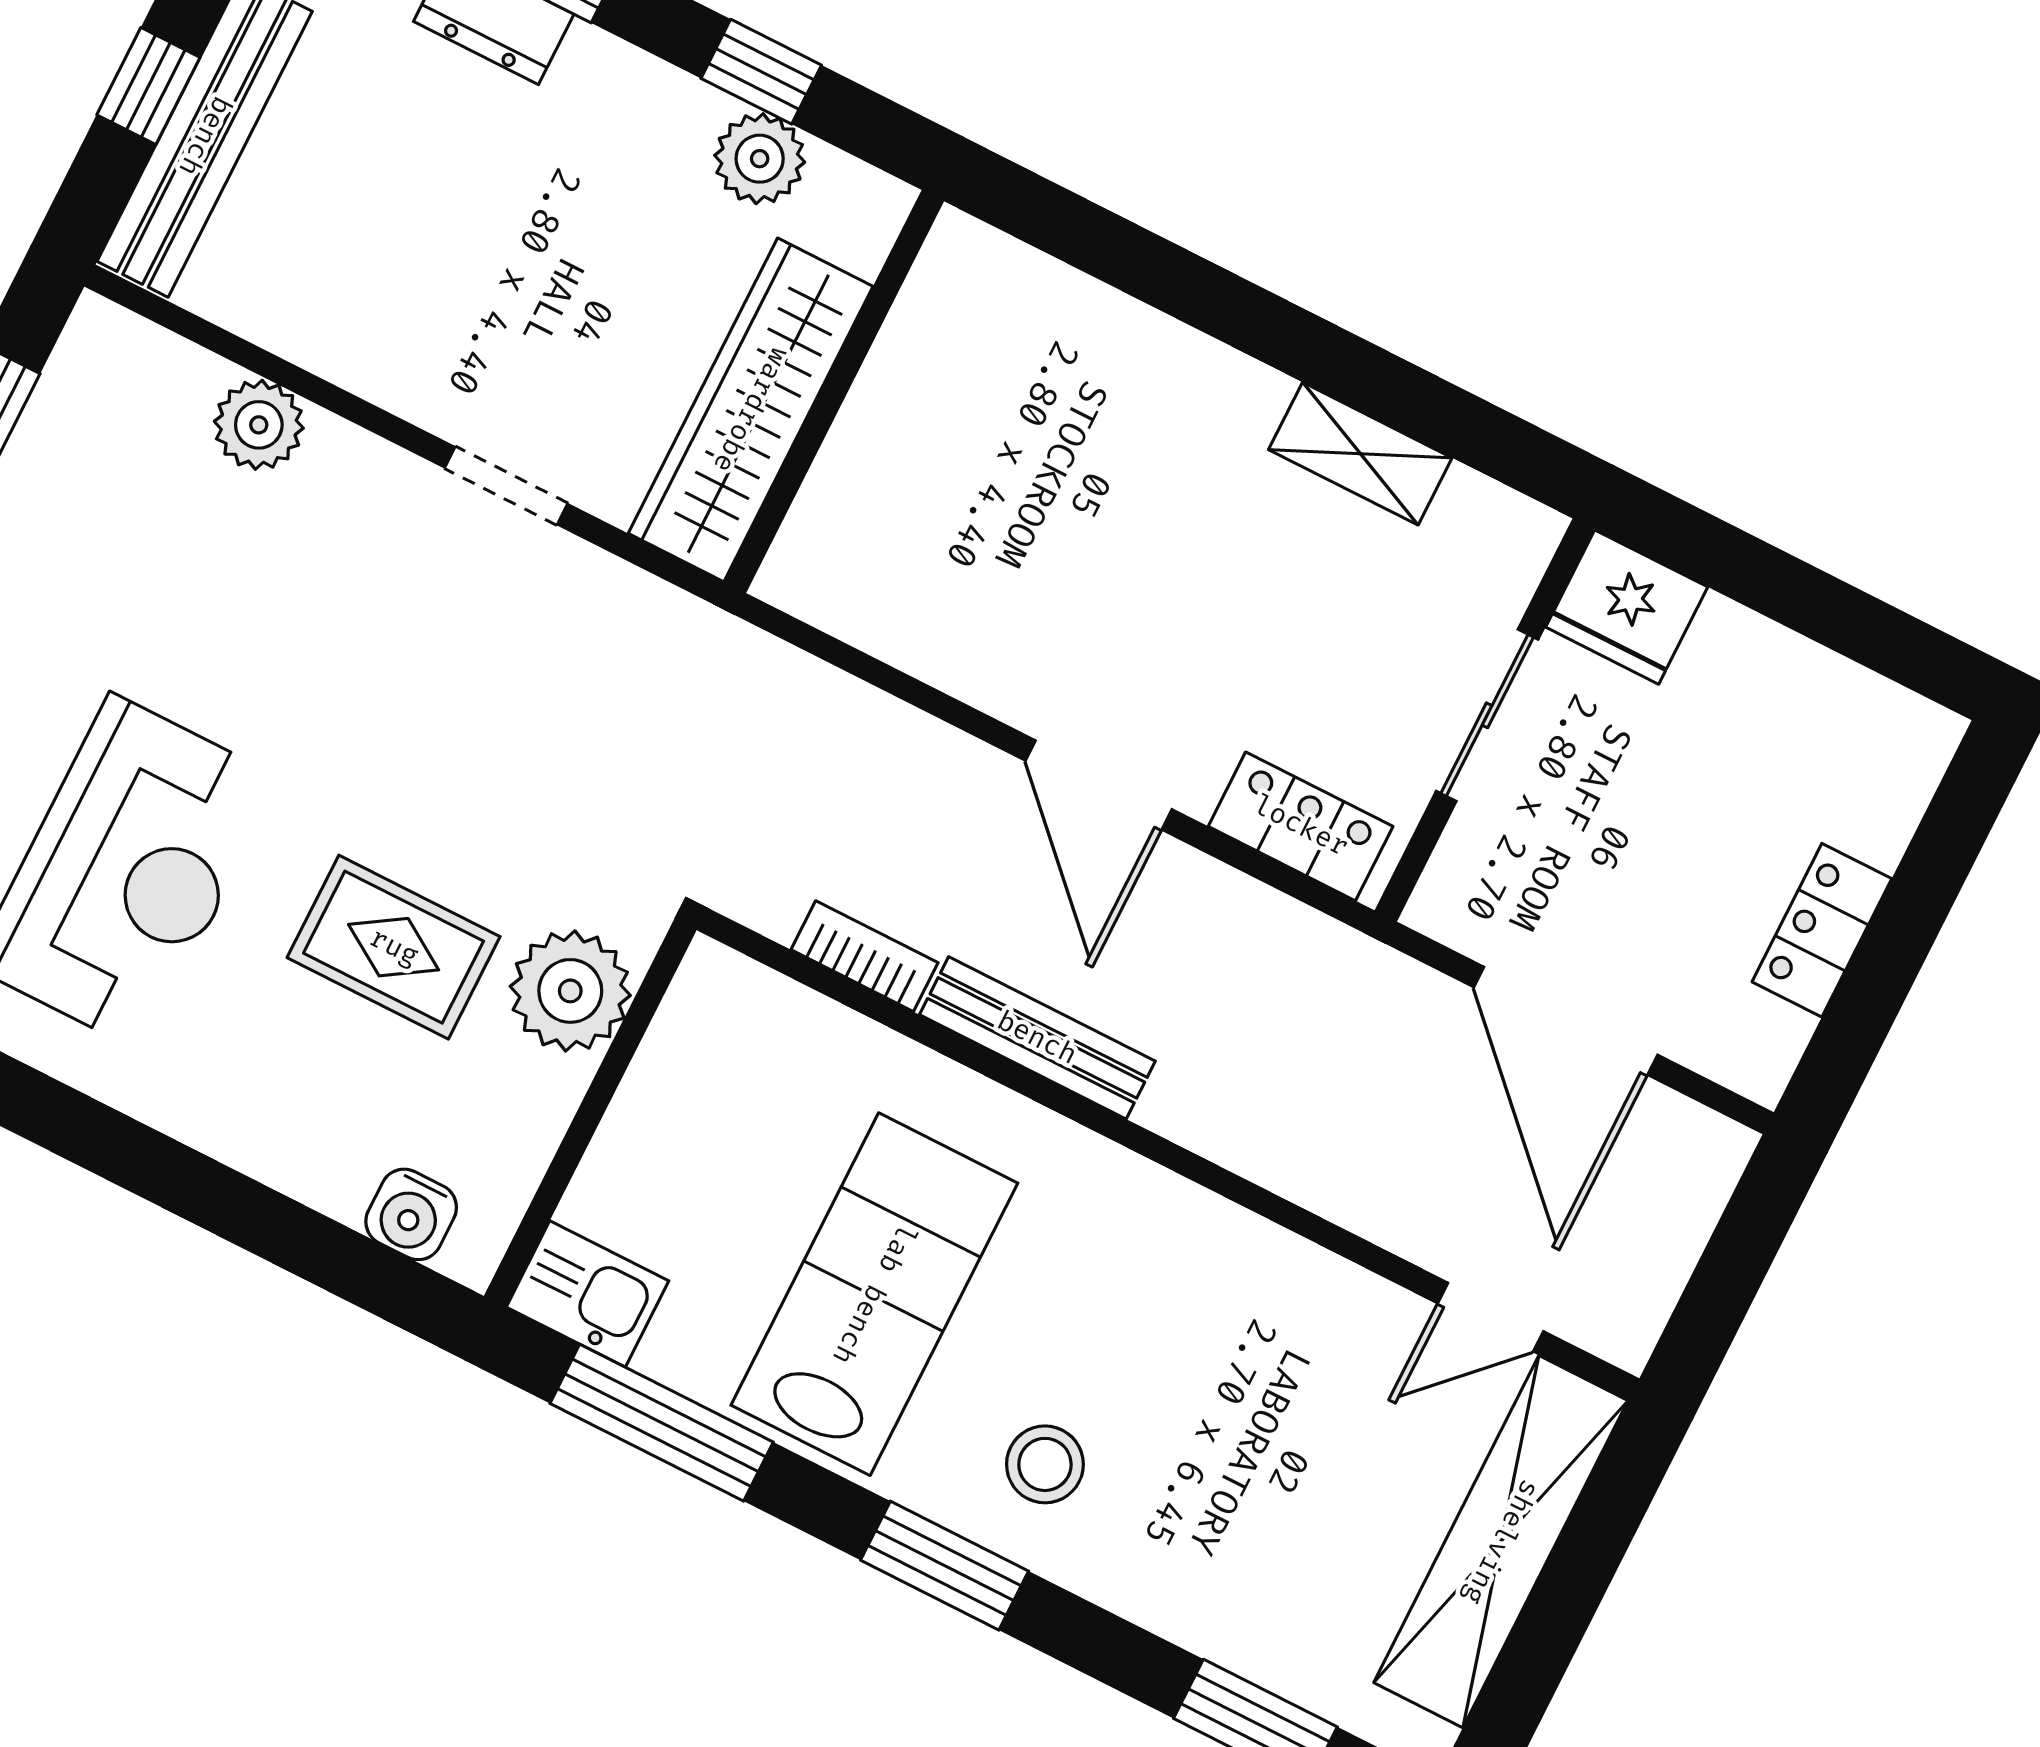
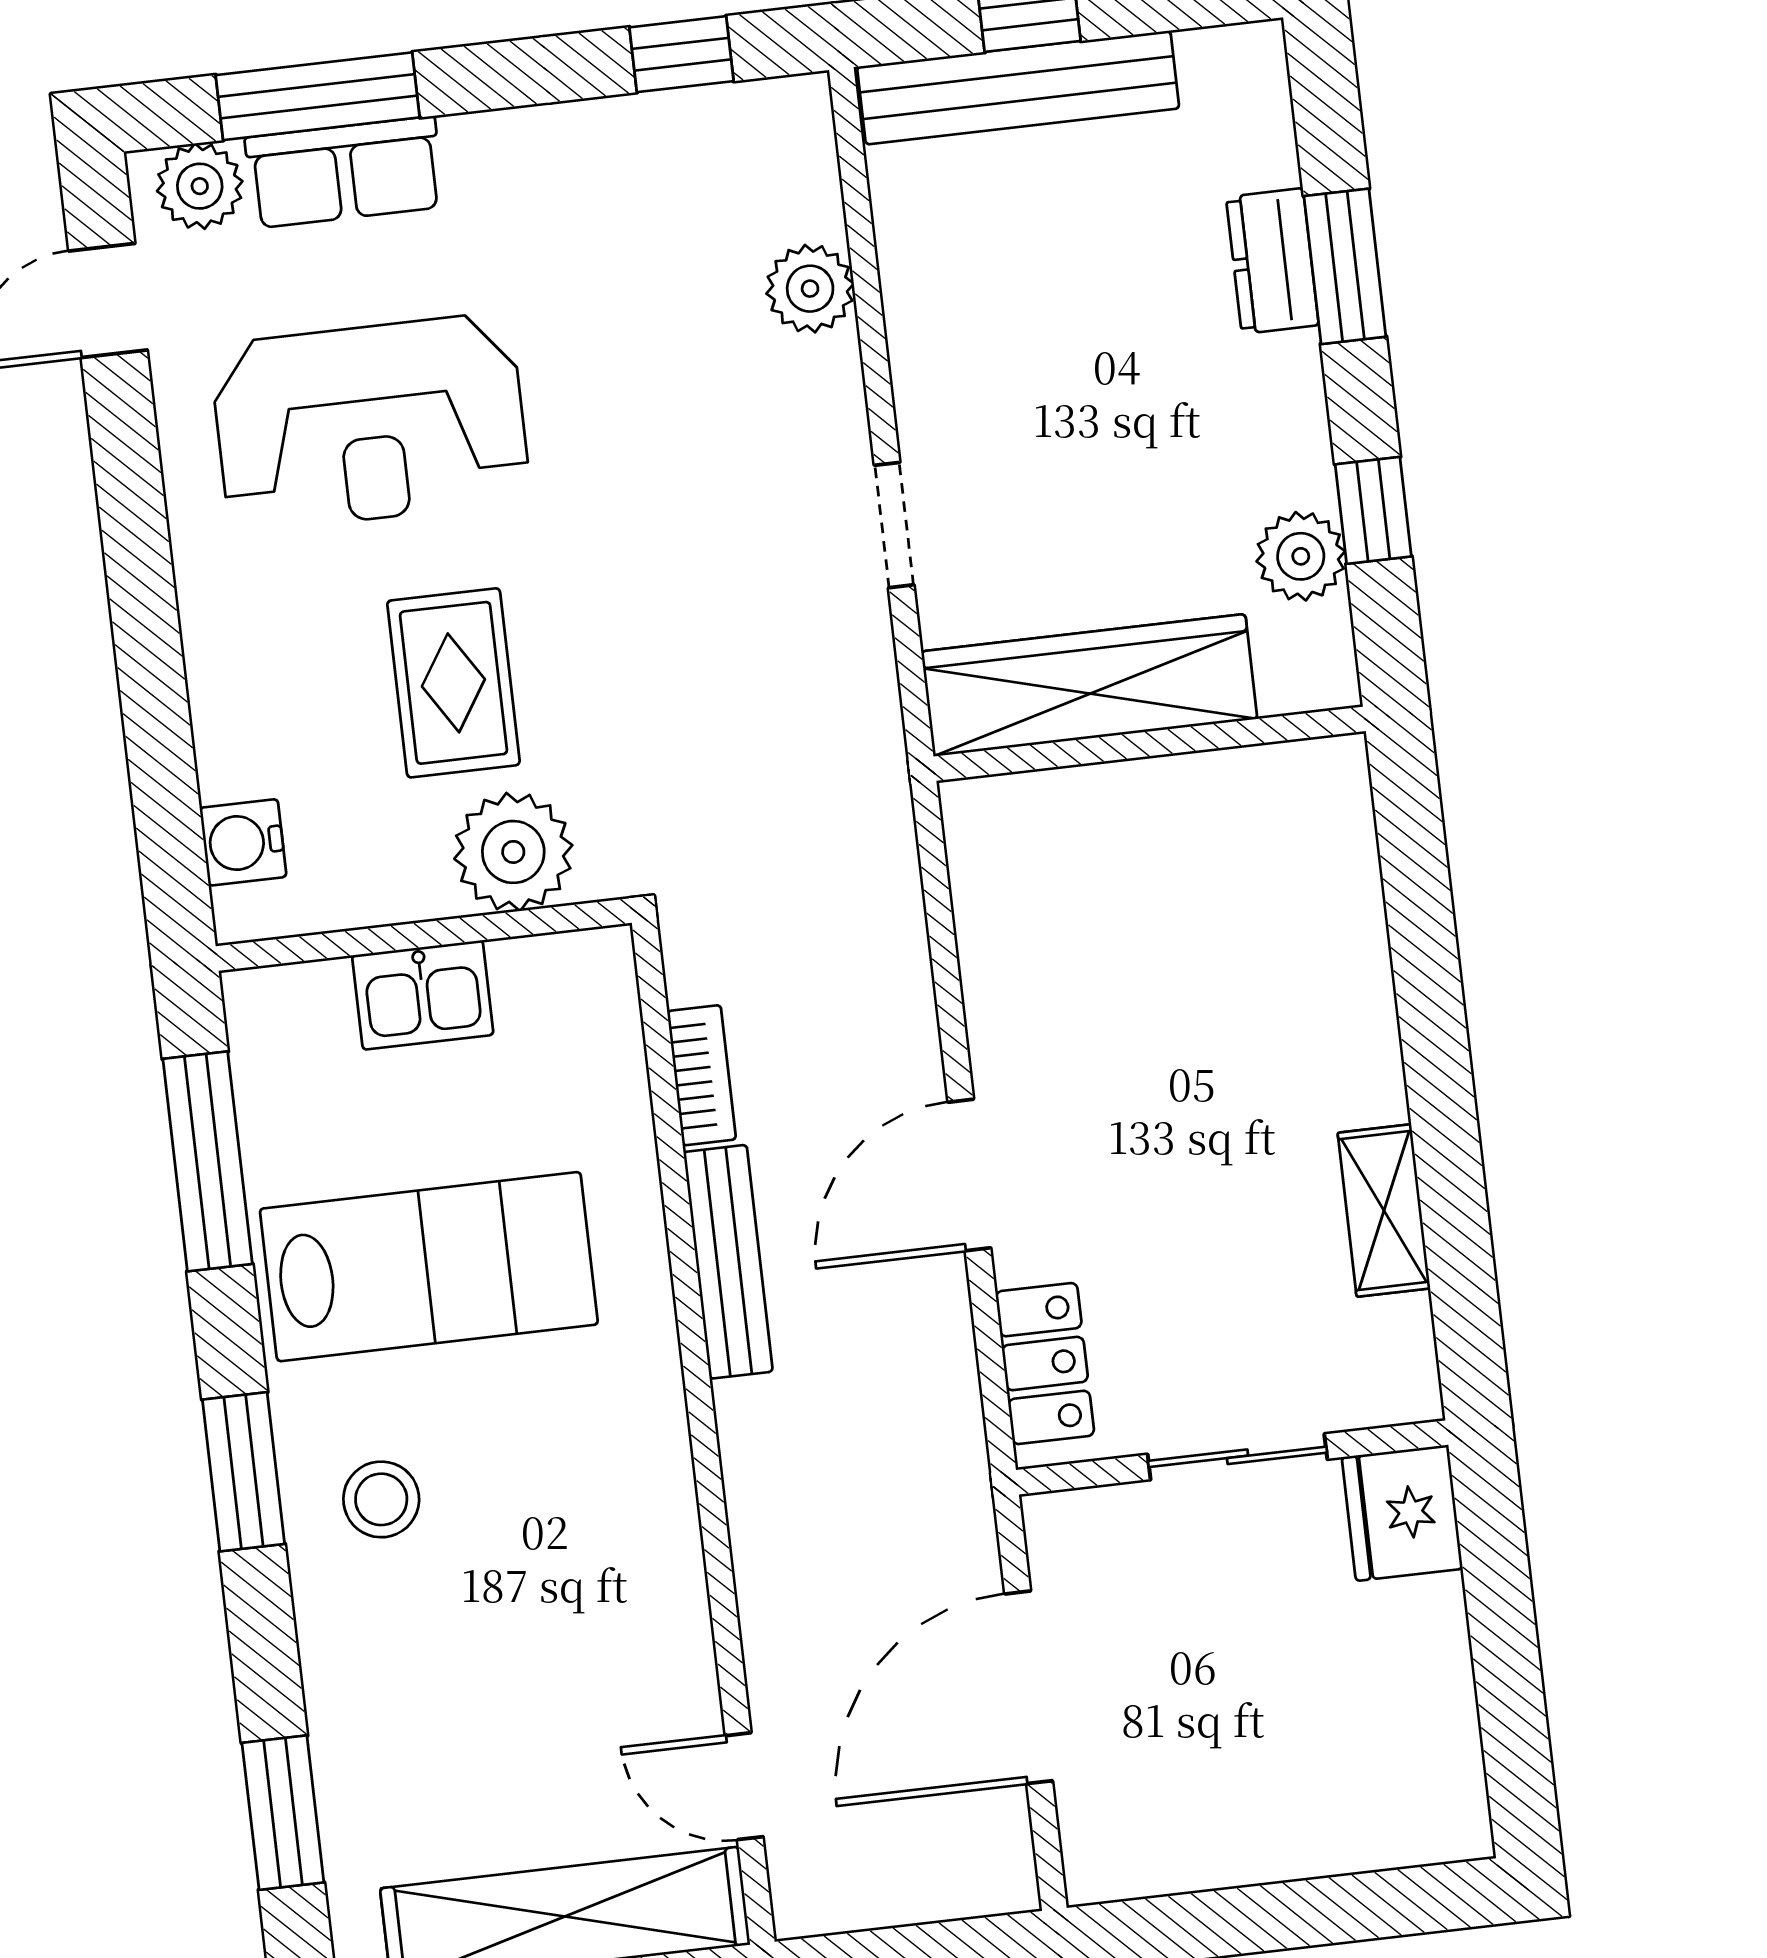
locker: (1822, 930) -> (1242, 1849), removed
kitchen sink: (588, 1294) -> (423, 995), moved, turned 90

